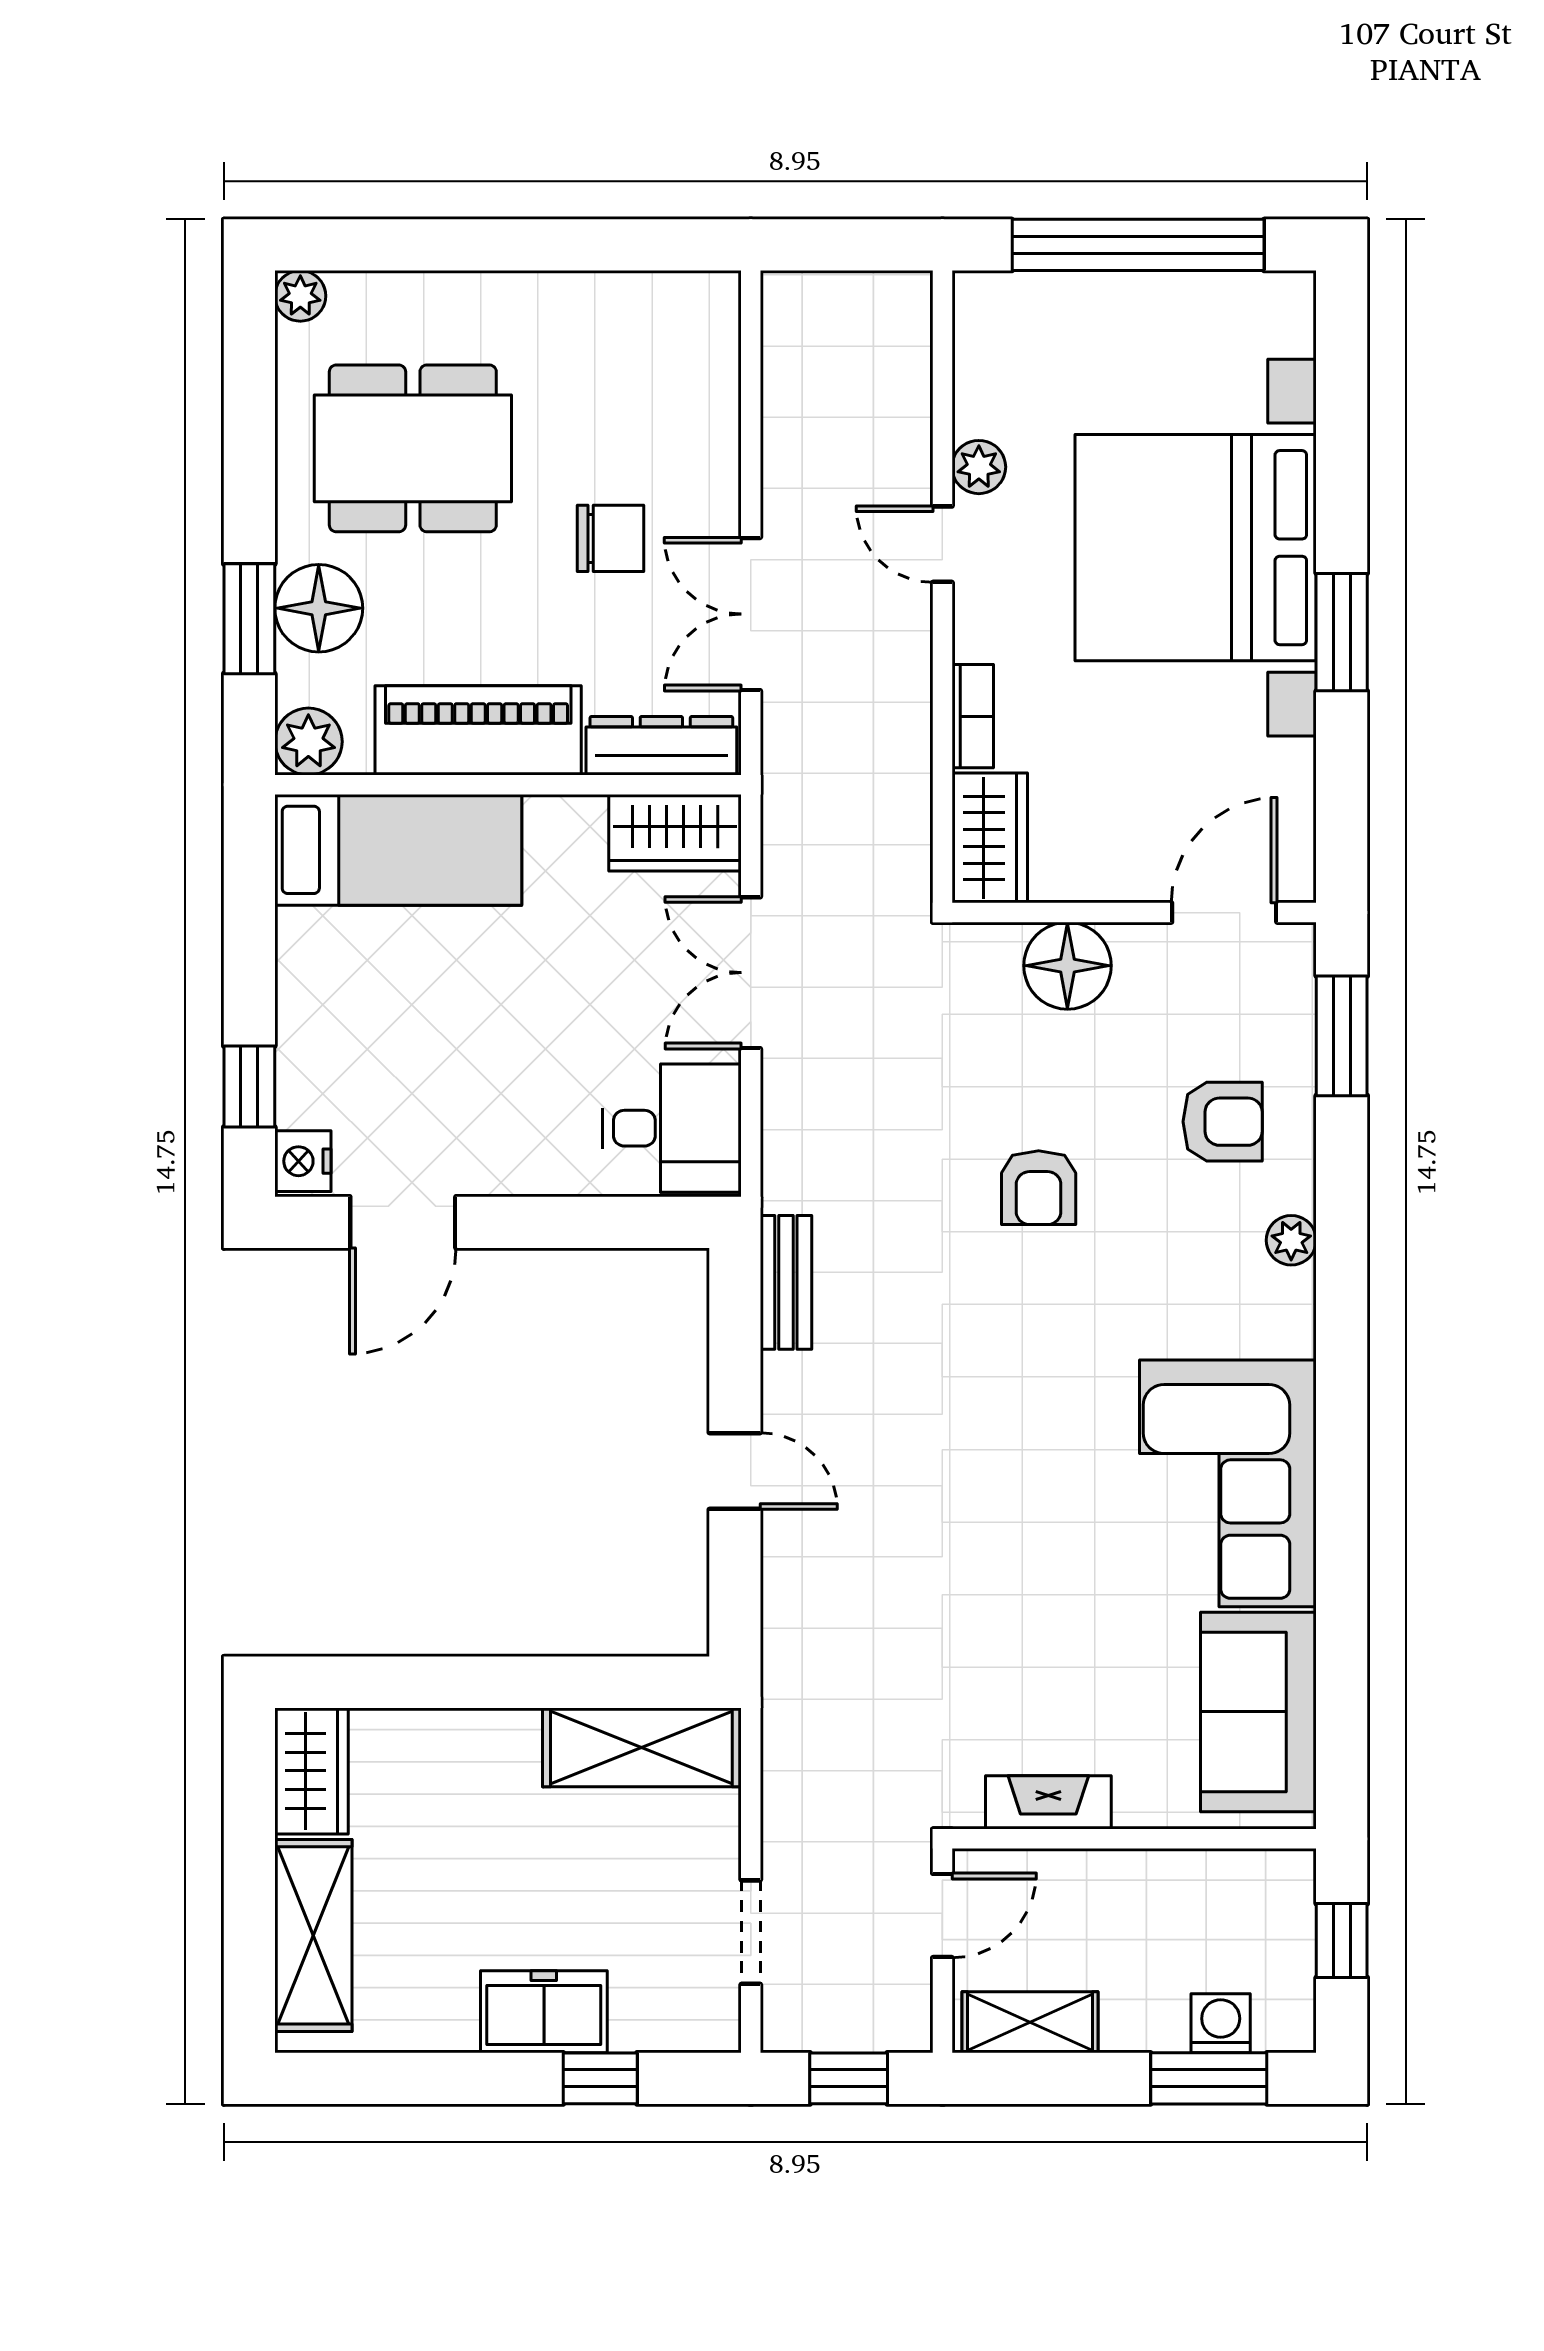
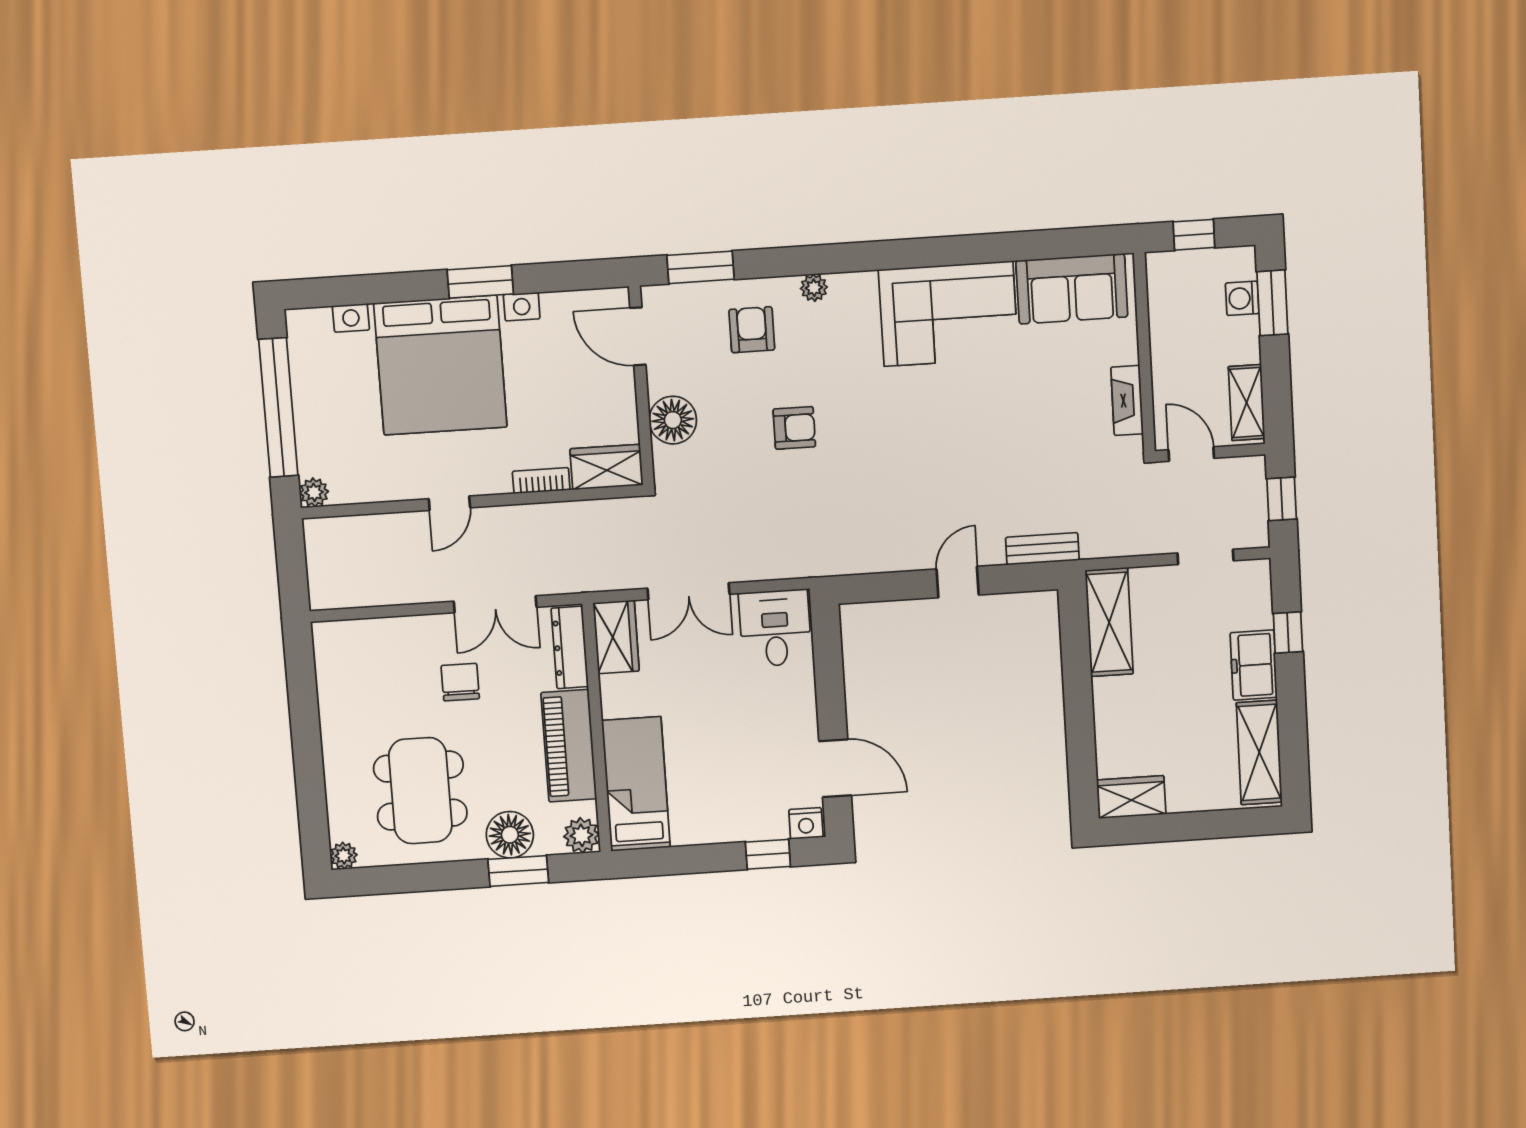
plant: (979, 467) -> (314, 492), moved
bench: (786, 1282) -> (1042, 549), moved
shelving: (313, 1935) -> (1259, 752), moved, turned 90

